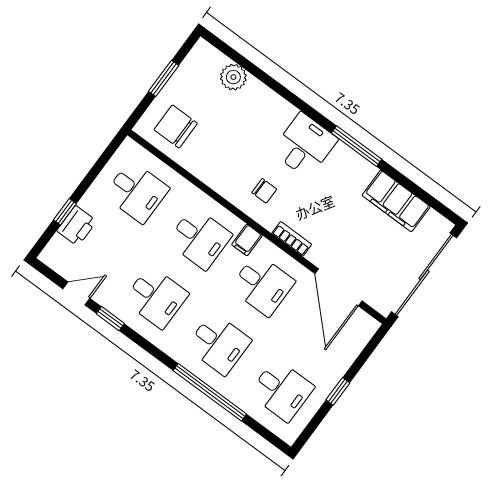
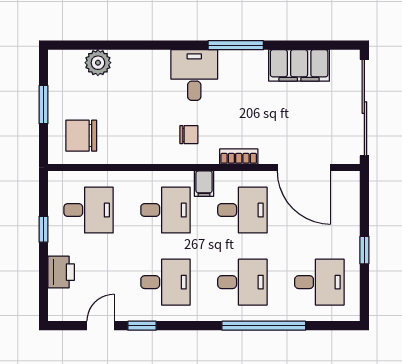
window: (65, 212) -> (44, 229), moved

